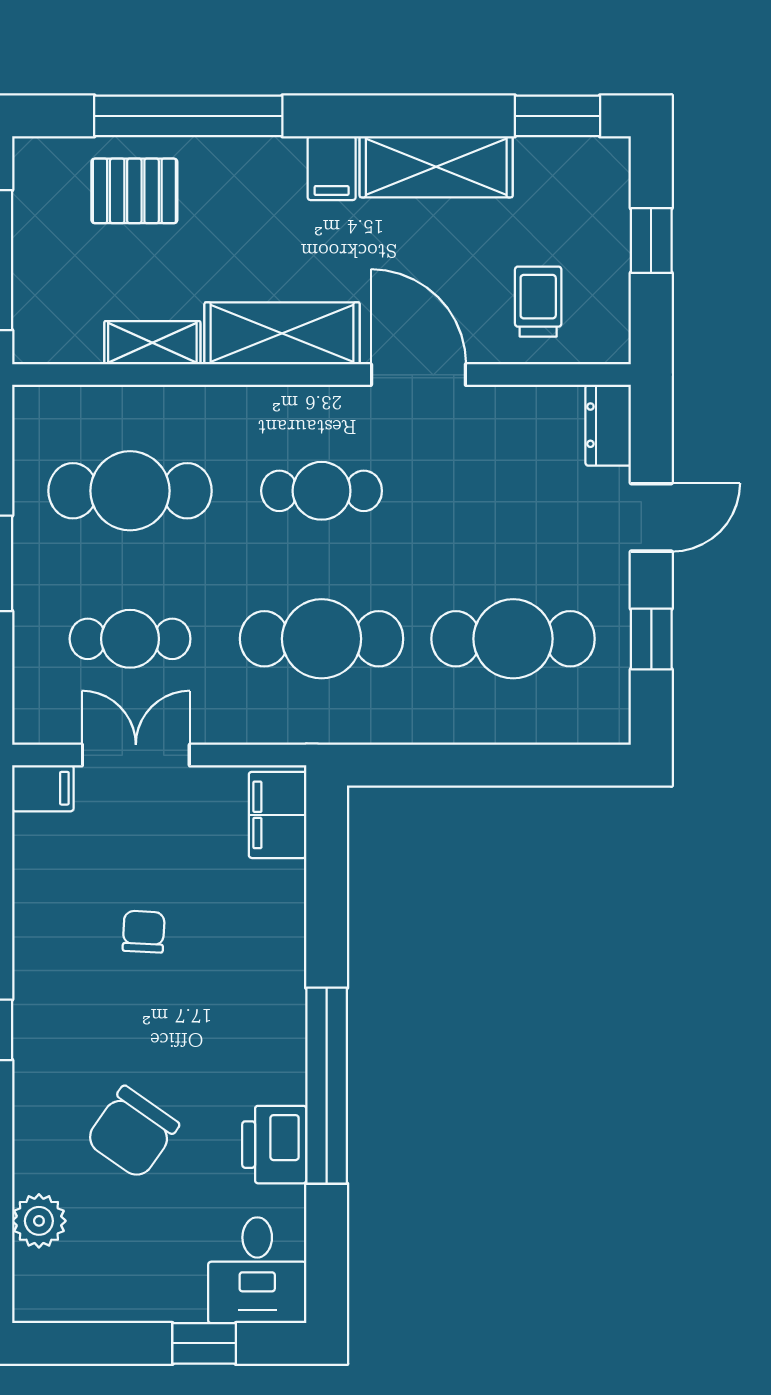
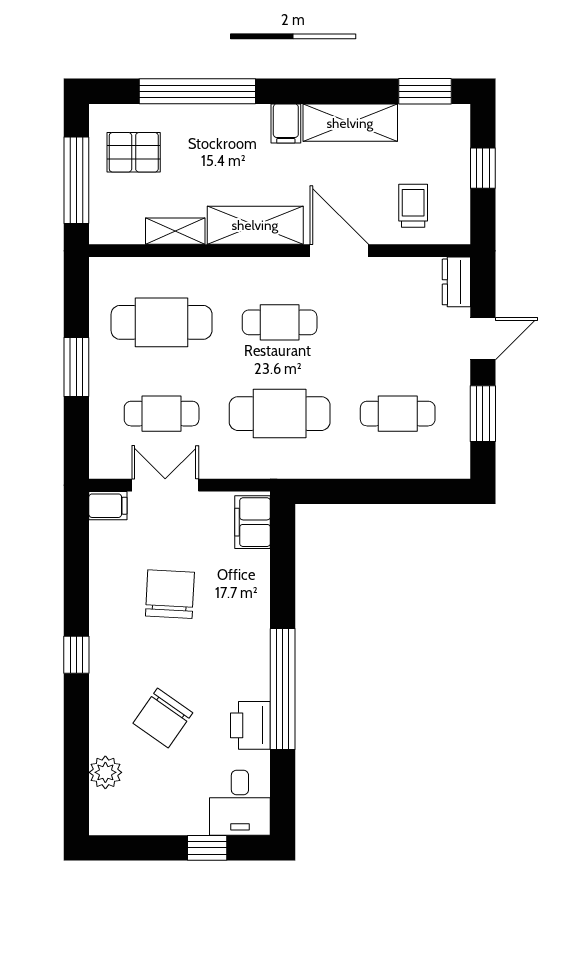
pallet: (134, 191) -> (134, 152), moved
cafe table: (513, 639) -> (398, 414), width x0.73, depth x0.74
window: (651, 639) -> (483, 414), width x1.50
chair: (144, 932) -> (170, 594), width x1.87, depth x1.87

